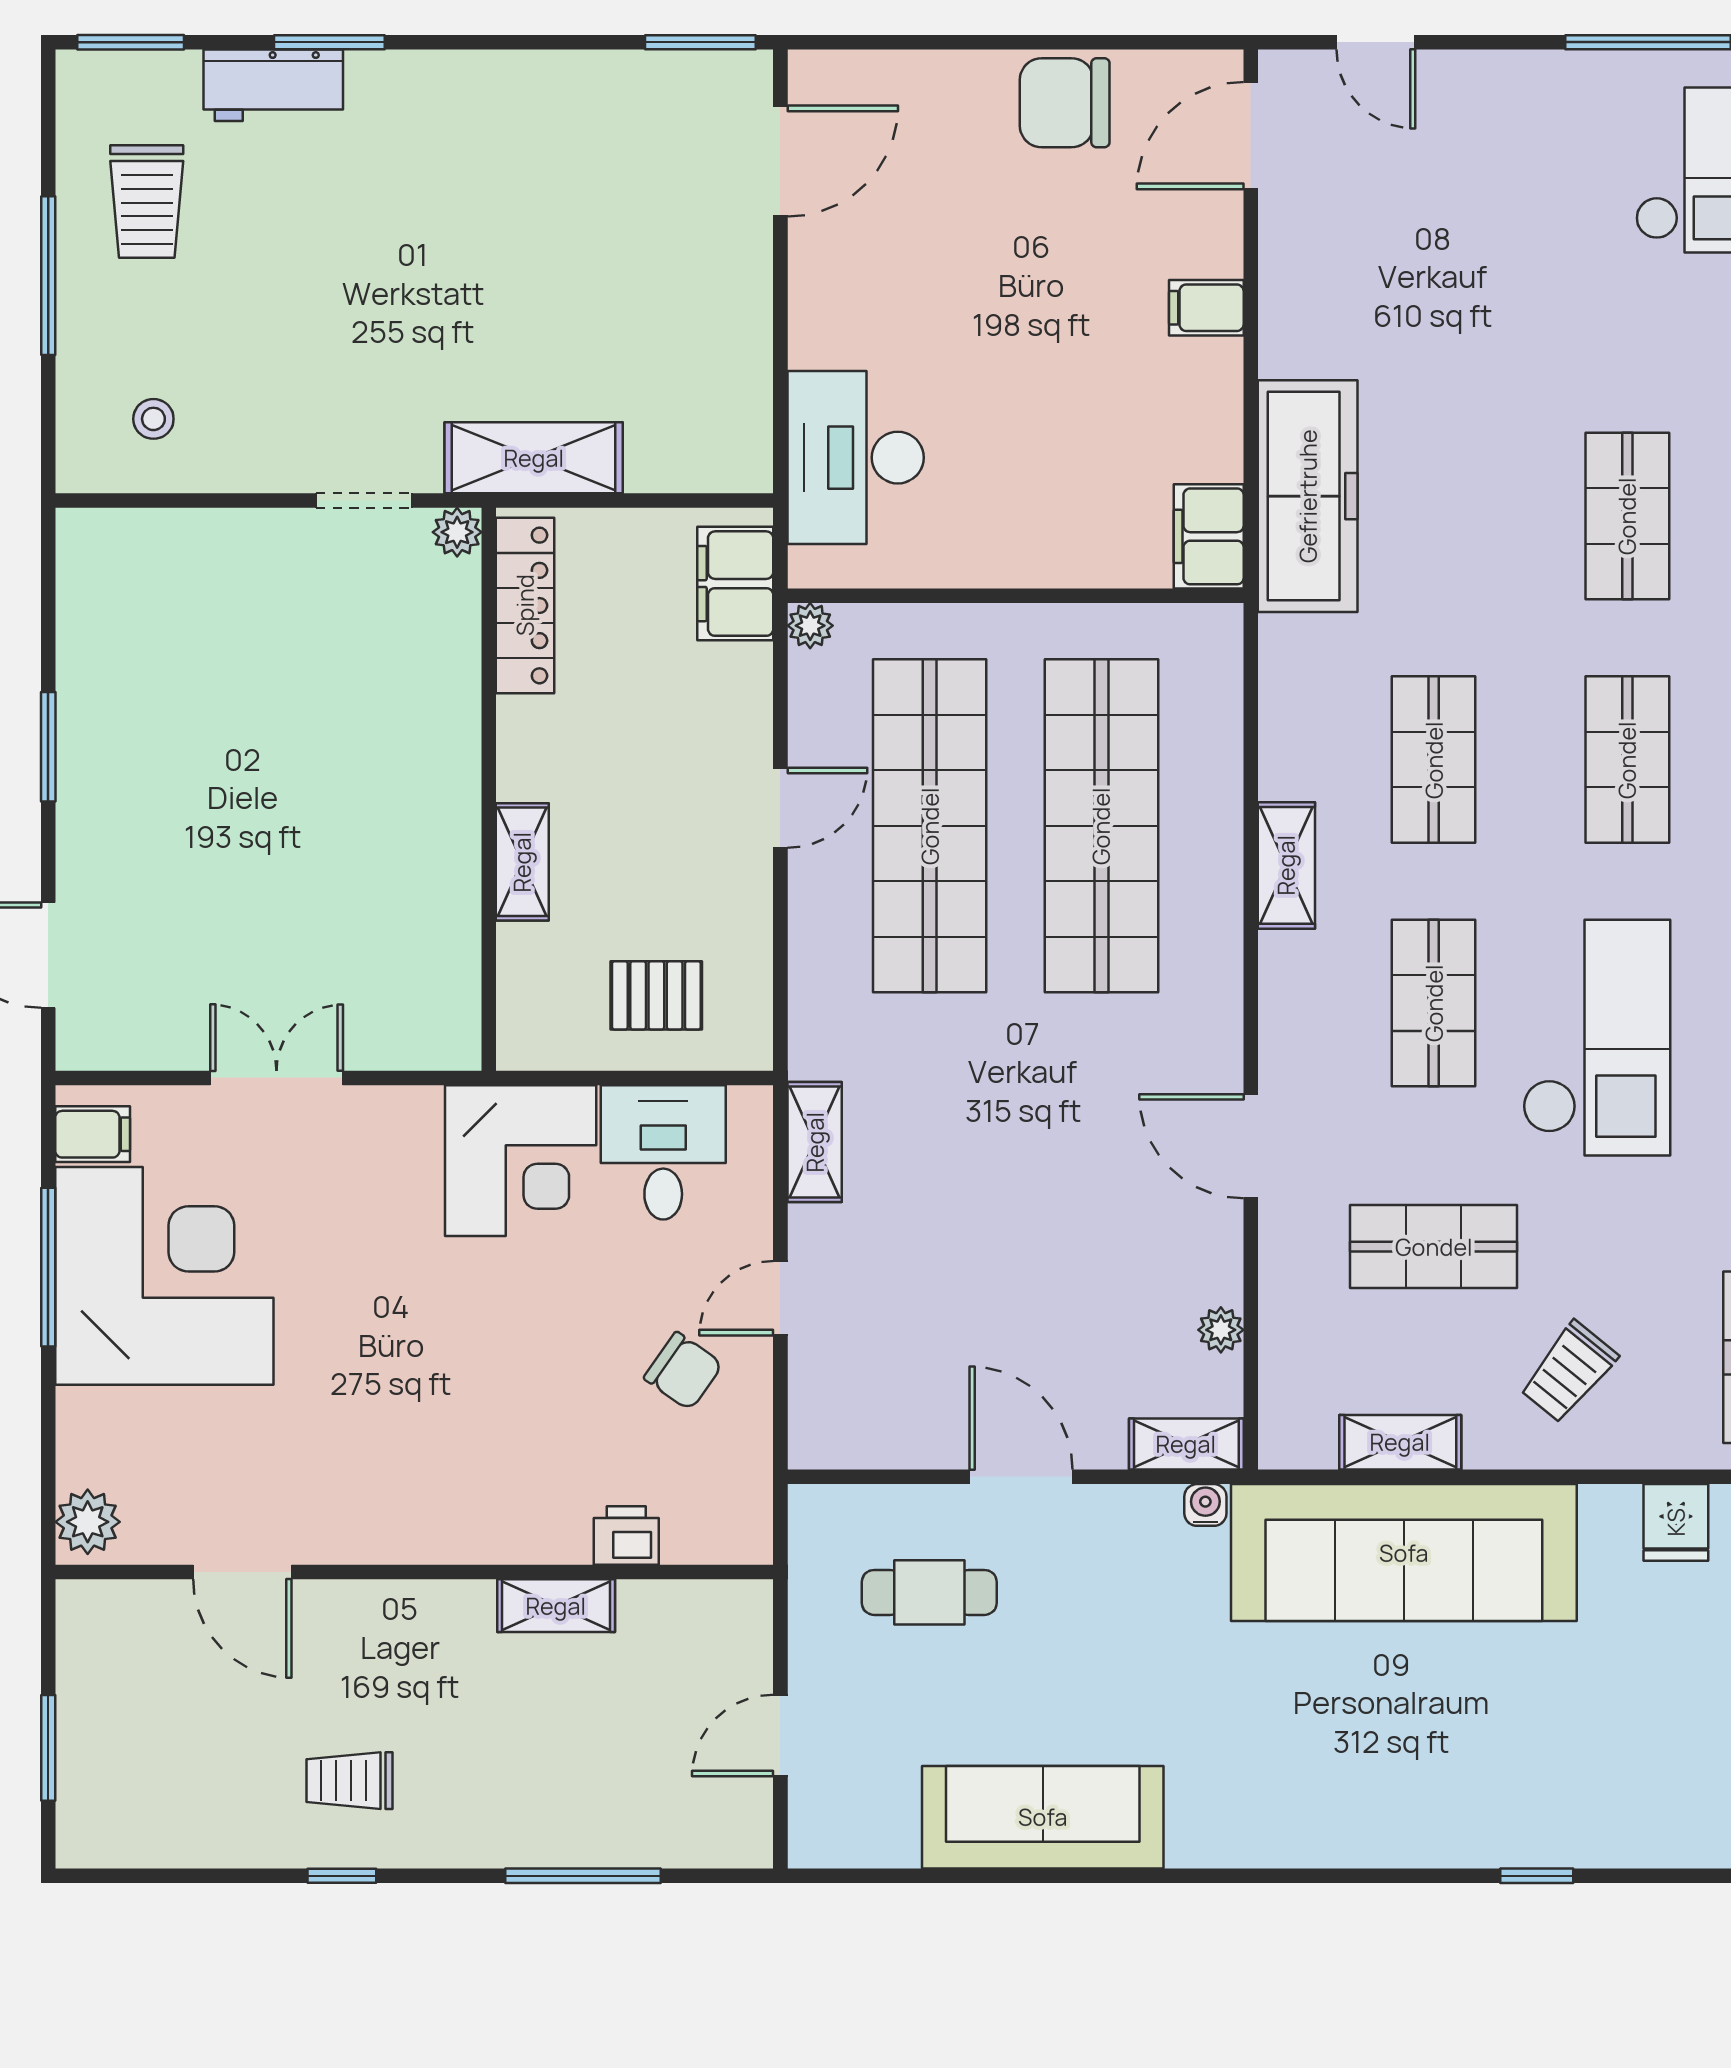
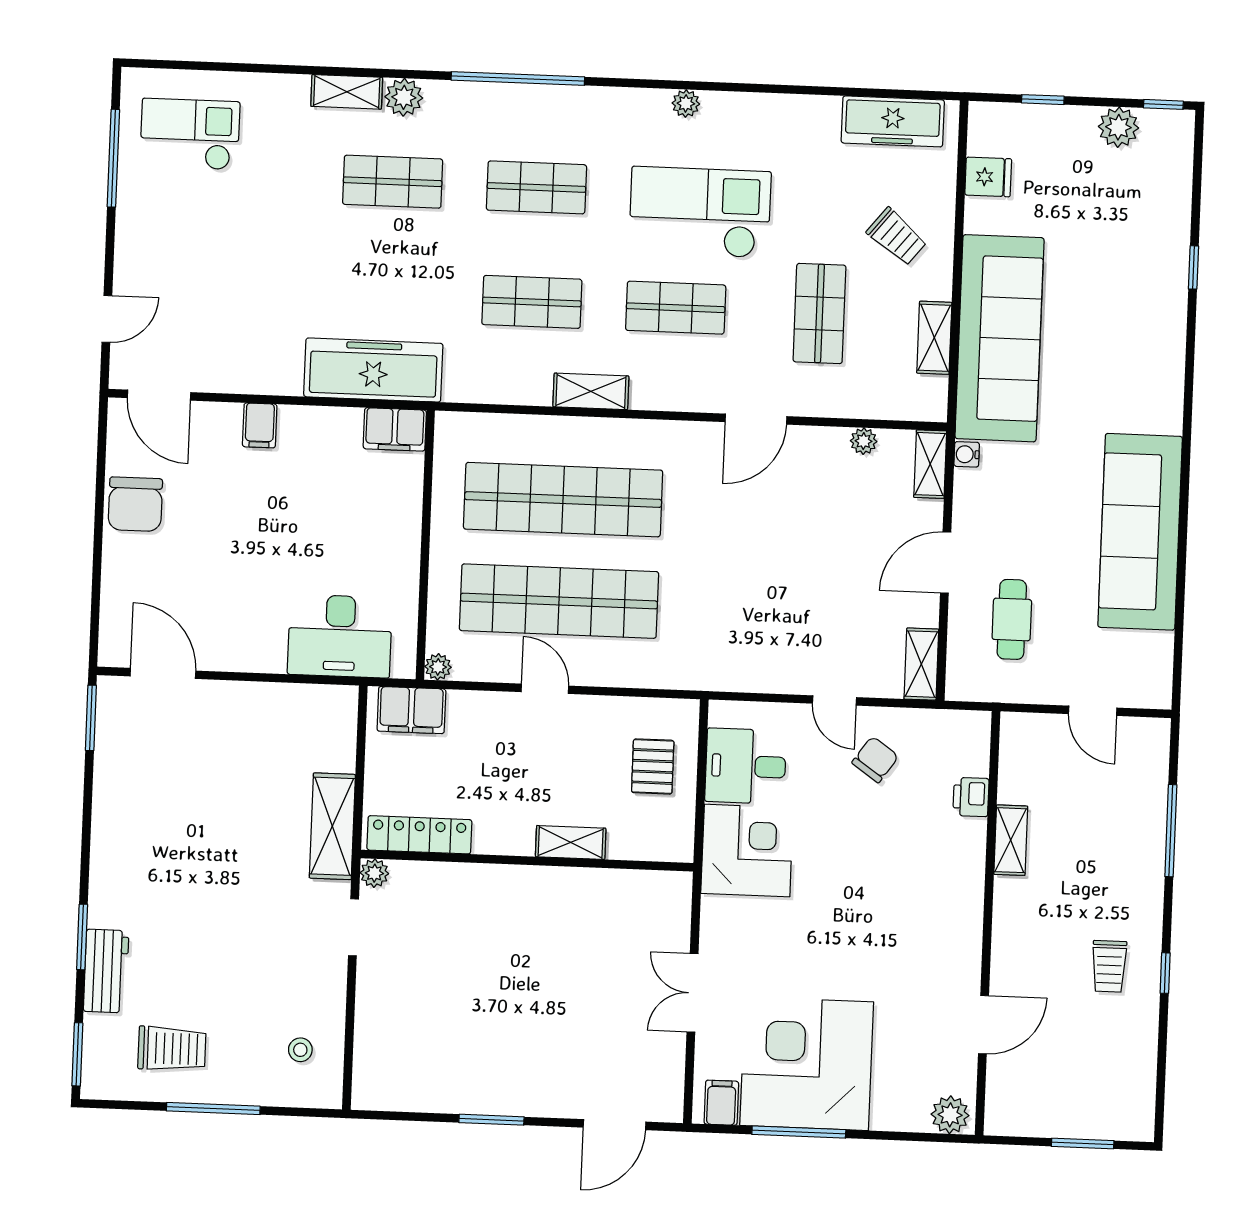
shelving: (815, 1142) -> (921, 664), moved, turned 90
sofa: (1043, 1817) -> (1140, 532), width x1.36, depth x1.27

